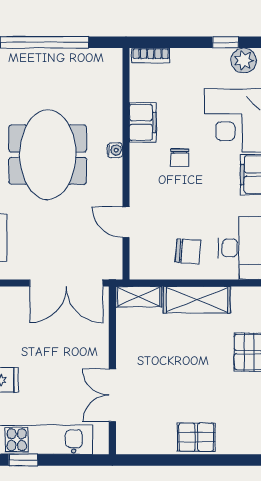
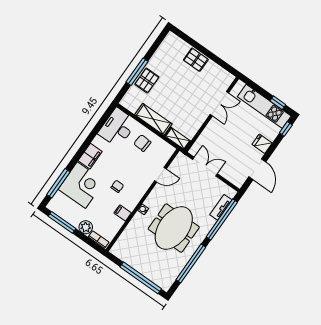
window: (226, 42) -> (62, 222), width x2.17
plant: (244, 61) -> (86, 227), moved
filing cabinet: (143, 122) -> (123, 213), width x0.50
door: (126, 222) -> (160, 175), hinge flipped
double door: (66, 283) -> (205, 167), width x0.73

